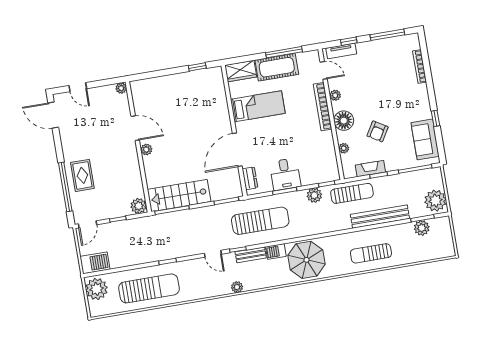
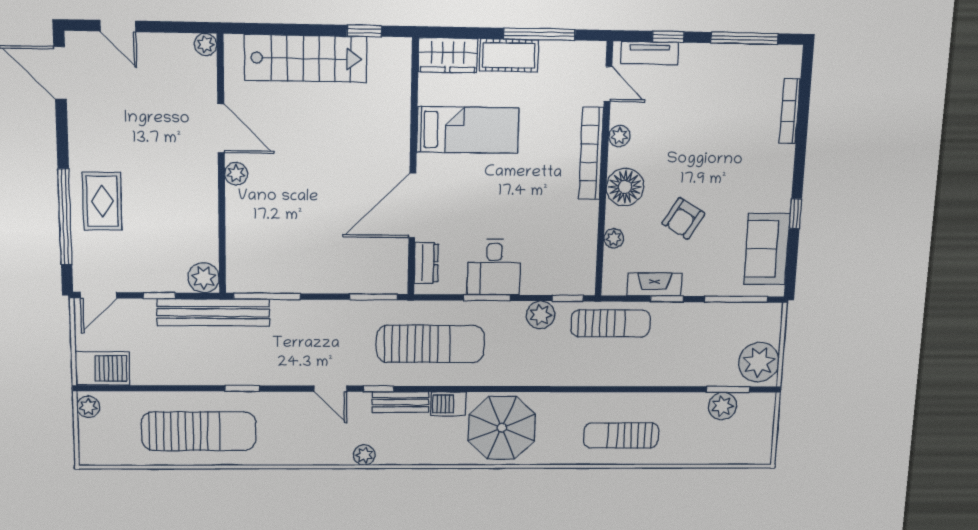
cot: (277, 67) -> (509, 55), width x0.73, depth x0.75
stairs: (179, 196) -> (306, 58), moved, turned 180
bench: (380, 217) -> (213, 312), moved
plant: (97, 289) -> (88, 407), width x0.53, depth x0.53

